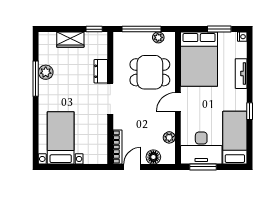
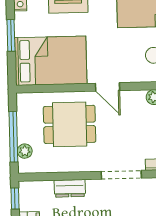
plant: (158, 37) -> (25, 151), moved
dining table: (150, 72) -> (70, 124), turned 90
doorway: (110, 99) -> (121, 175), moved

